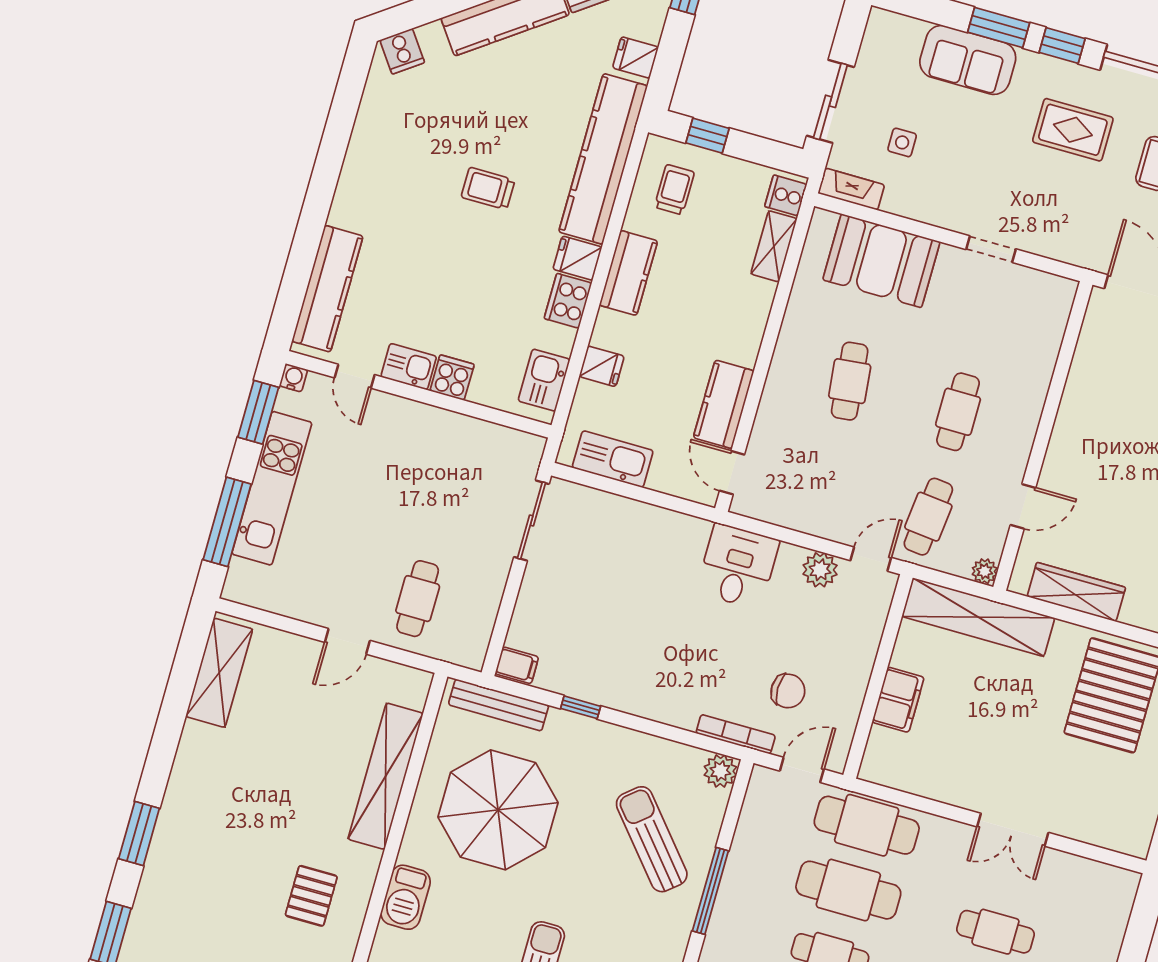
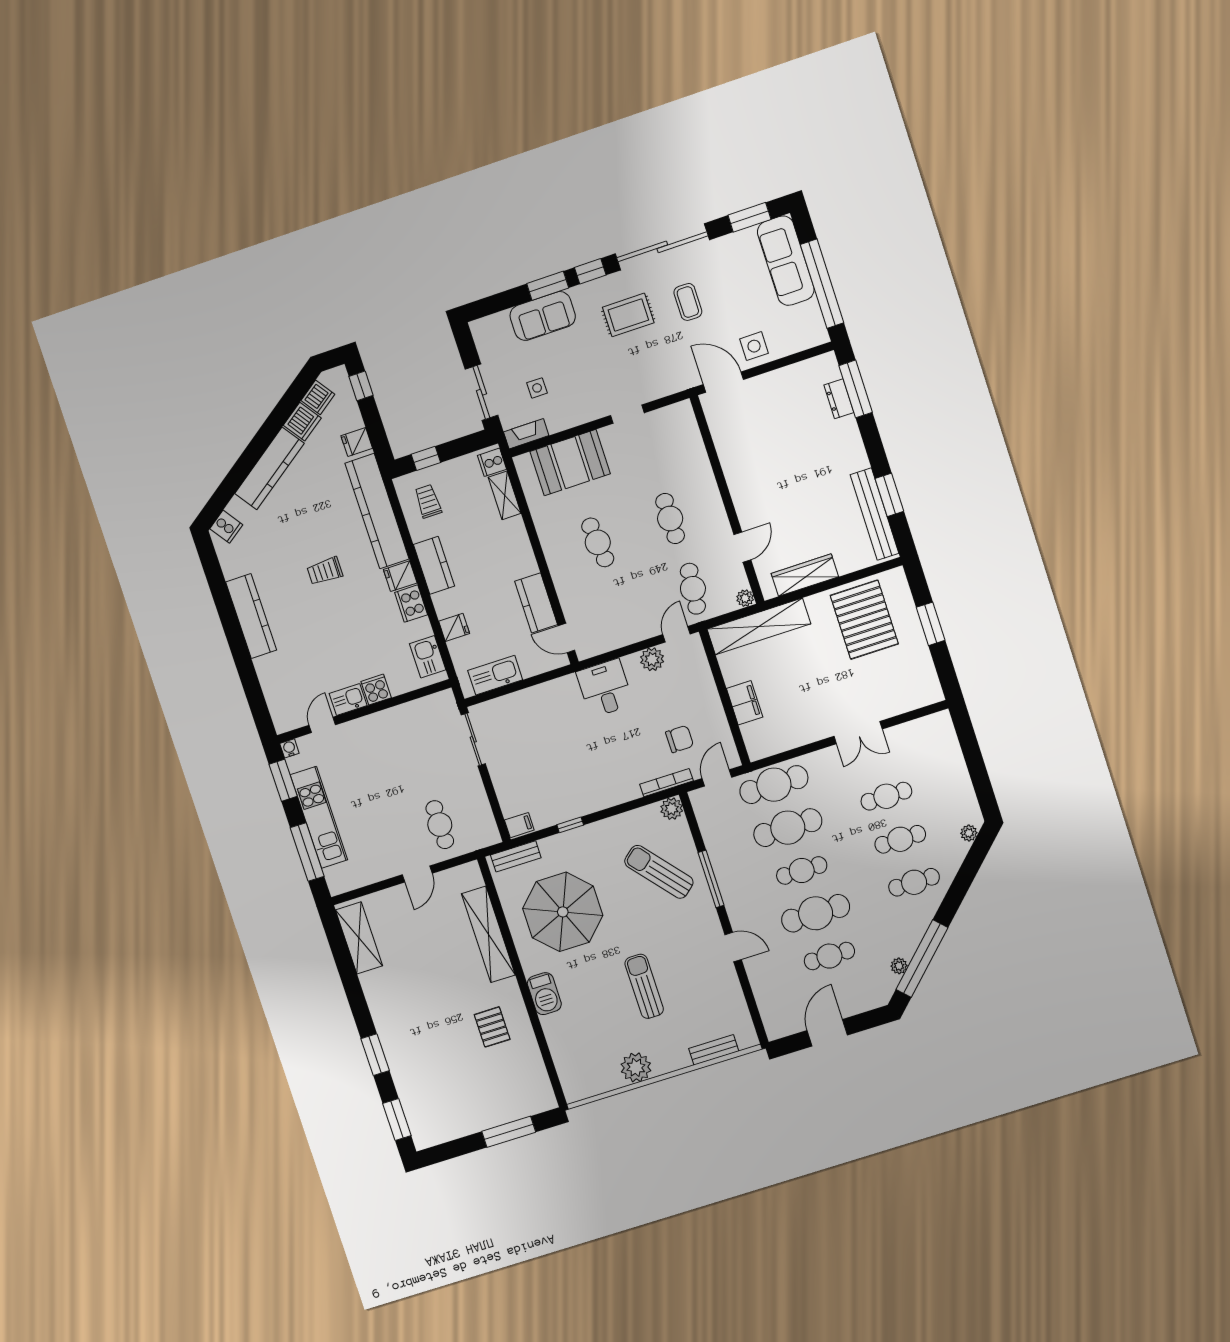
kitchen counter: (327, 289) -> (251, 616), moved
door: (355, 376) -> (322, 725), swing flipped
bench: (499, 705) -> (516, 856), width x0.73

